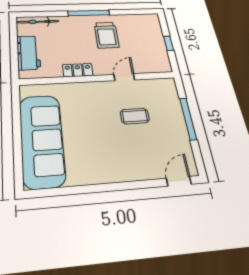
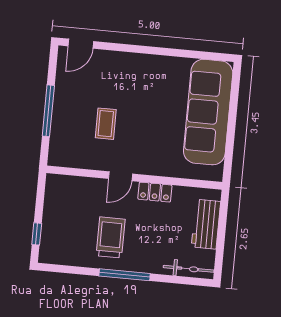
window: (169, 43) -> (37, 234), moved
door: (124, 77) -> (121, 176), moved
coffee table: (135, 116) -> (106, 124), turned 90

